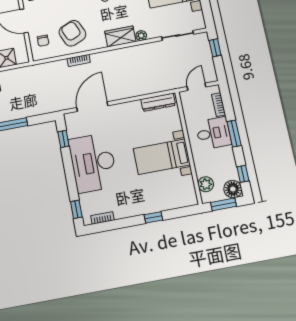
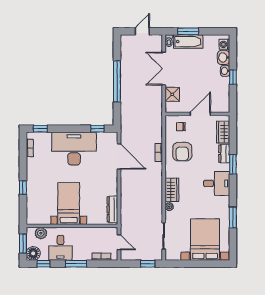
armchair: (72, 33) -> (182, 152), turned 113
desk: (213, 133) -> (60, 248), moved

